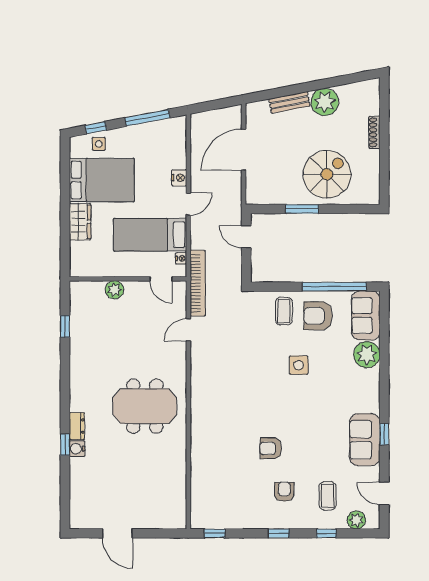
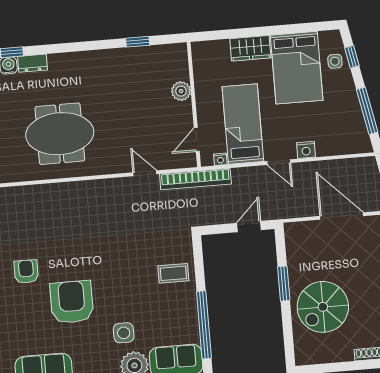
spiral stairs: (327, 174) -> (323, 307), turned 90
armchair: (318, 316) -> (72, 302), moved, width x1.36, depth x1.36
side table: (299, 365) -> (124, 333), moved
meeting table: (145, 406) -> (60, 134), turned 90

